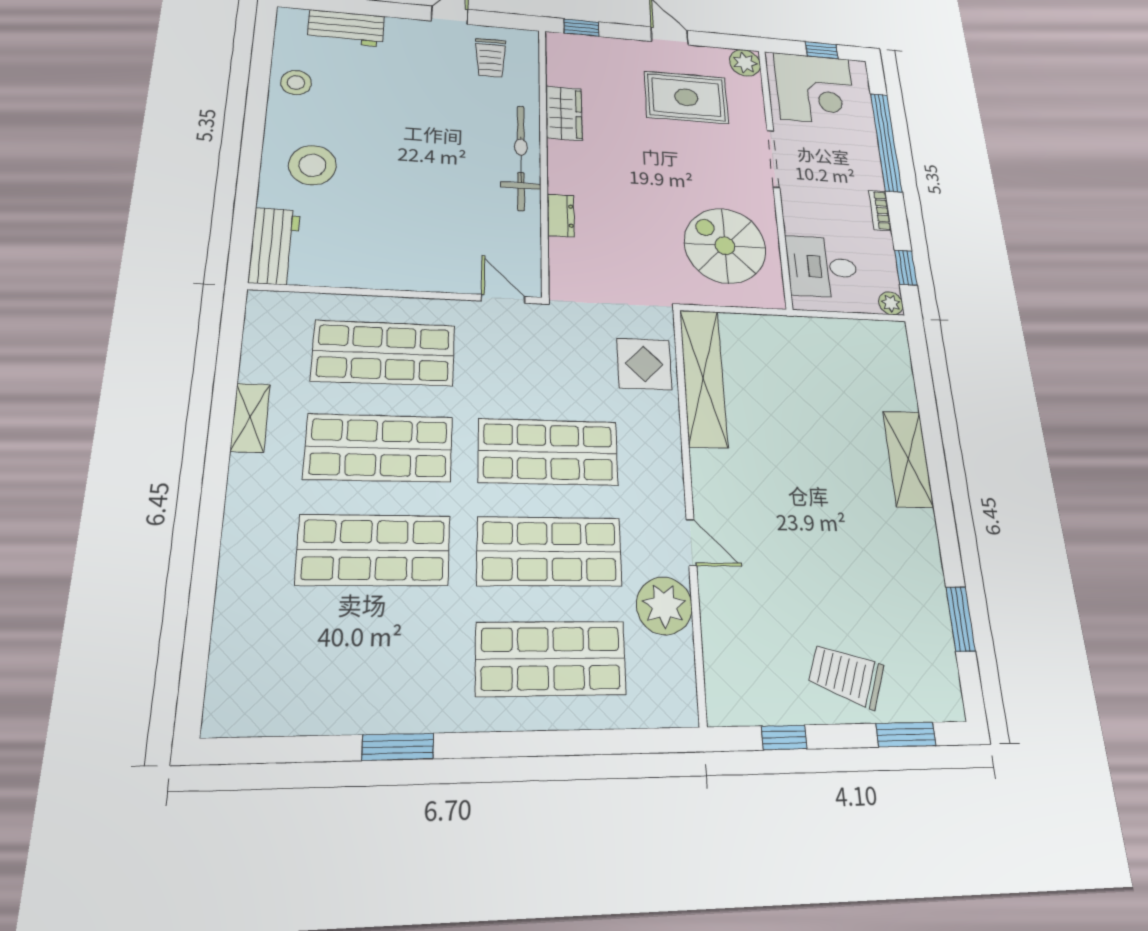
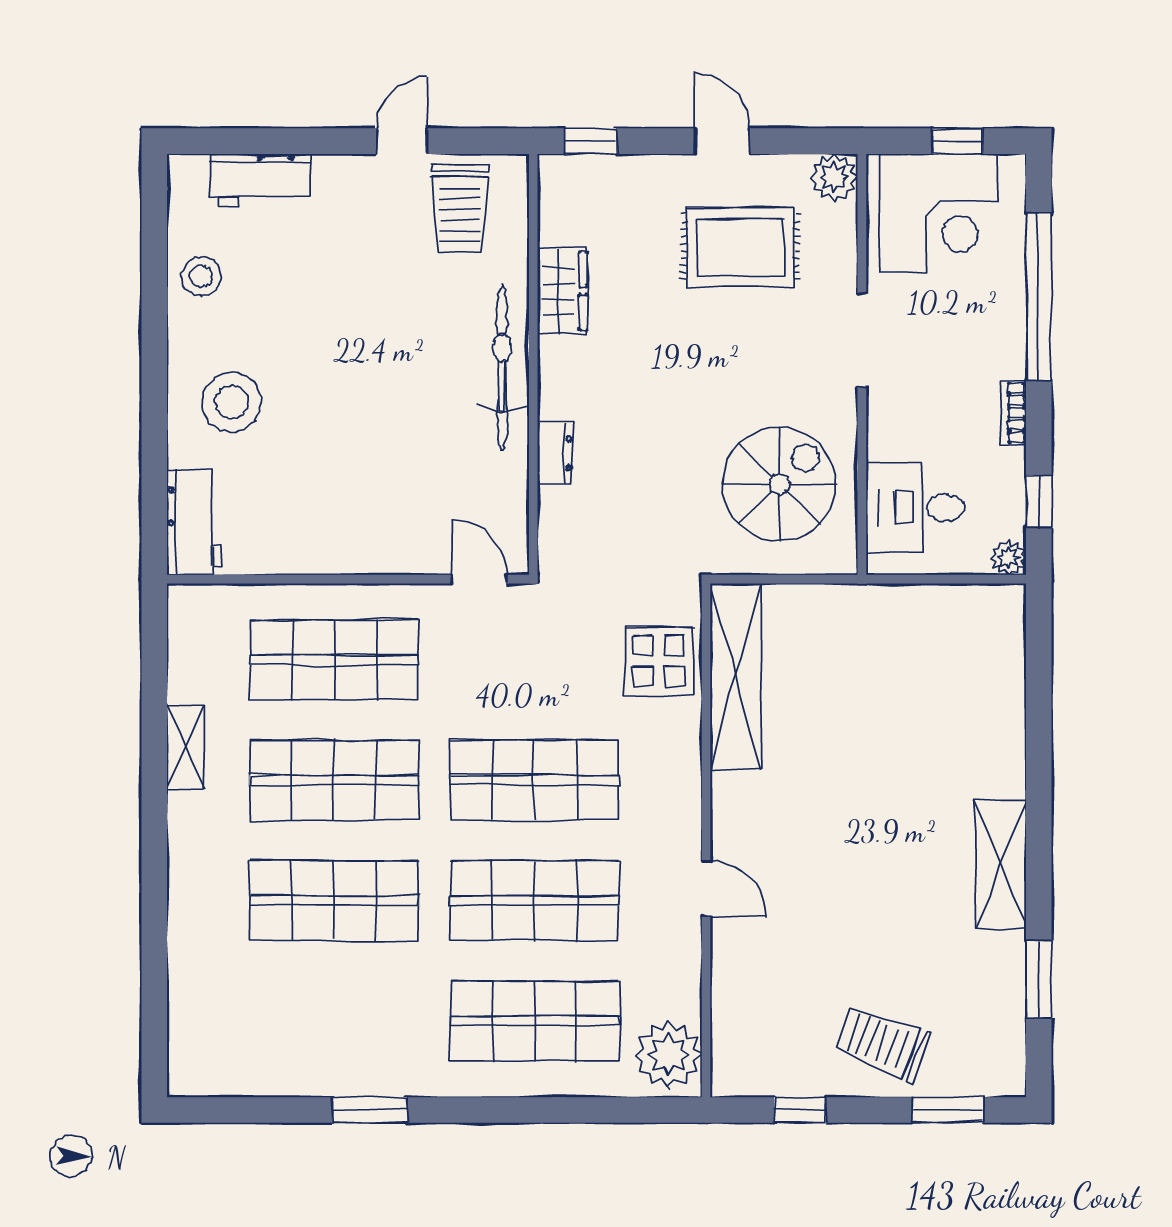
trolley: (490, 58) -> (460, 208), width x1.36, depth x1.39
spiral stairs: (725, 246) -> (779, 484), turned 90
shelving: (908, 459) -> (1001, 864), moved
plant: (664, 606) -> (669, 1055), moved

